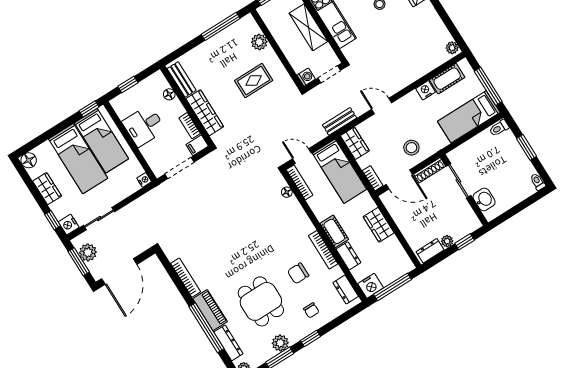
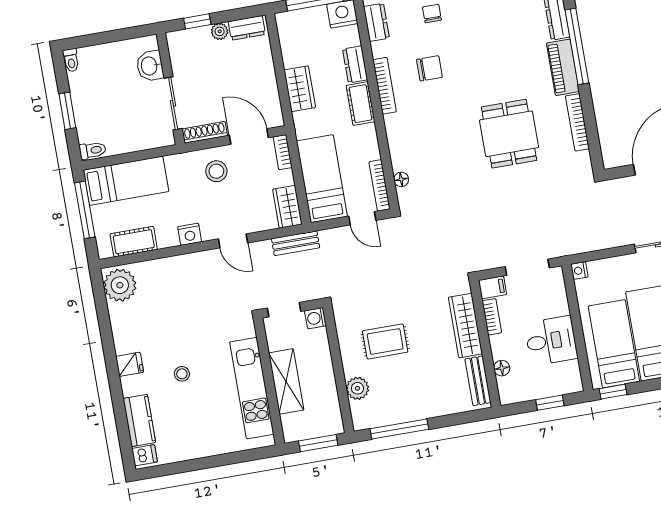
plant: (452, 48) -> (120, 285), width x1.87, depth x1.87
nightstand: (426, 90) -> (190, 234), moved
dining table: (261, 301) -> (509, 134), moved

